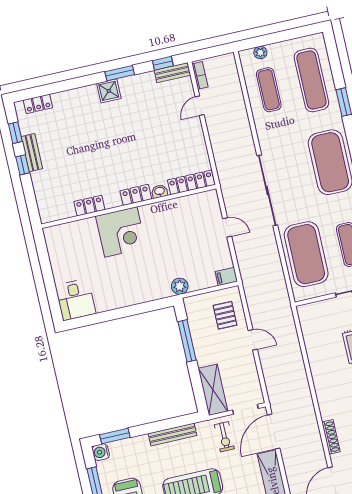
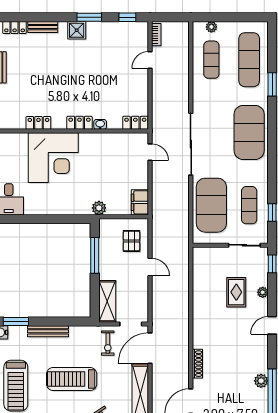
bench: (172, 73) -> (43, 27), moved
locker: (191, 182) -> (135, 123), width x0.66
door: (227, 227) -> (150, 152), moved
corner desk: (121, 232) -> (53, 158), width x1.36, depth x1.36
filing cabinet: (226, 276) -> (140, 202), width x2.00
bench: (172, 435) -> (48, 331), moved

